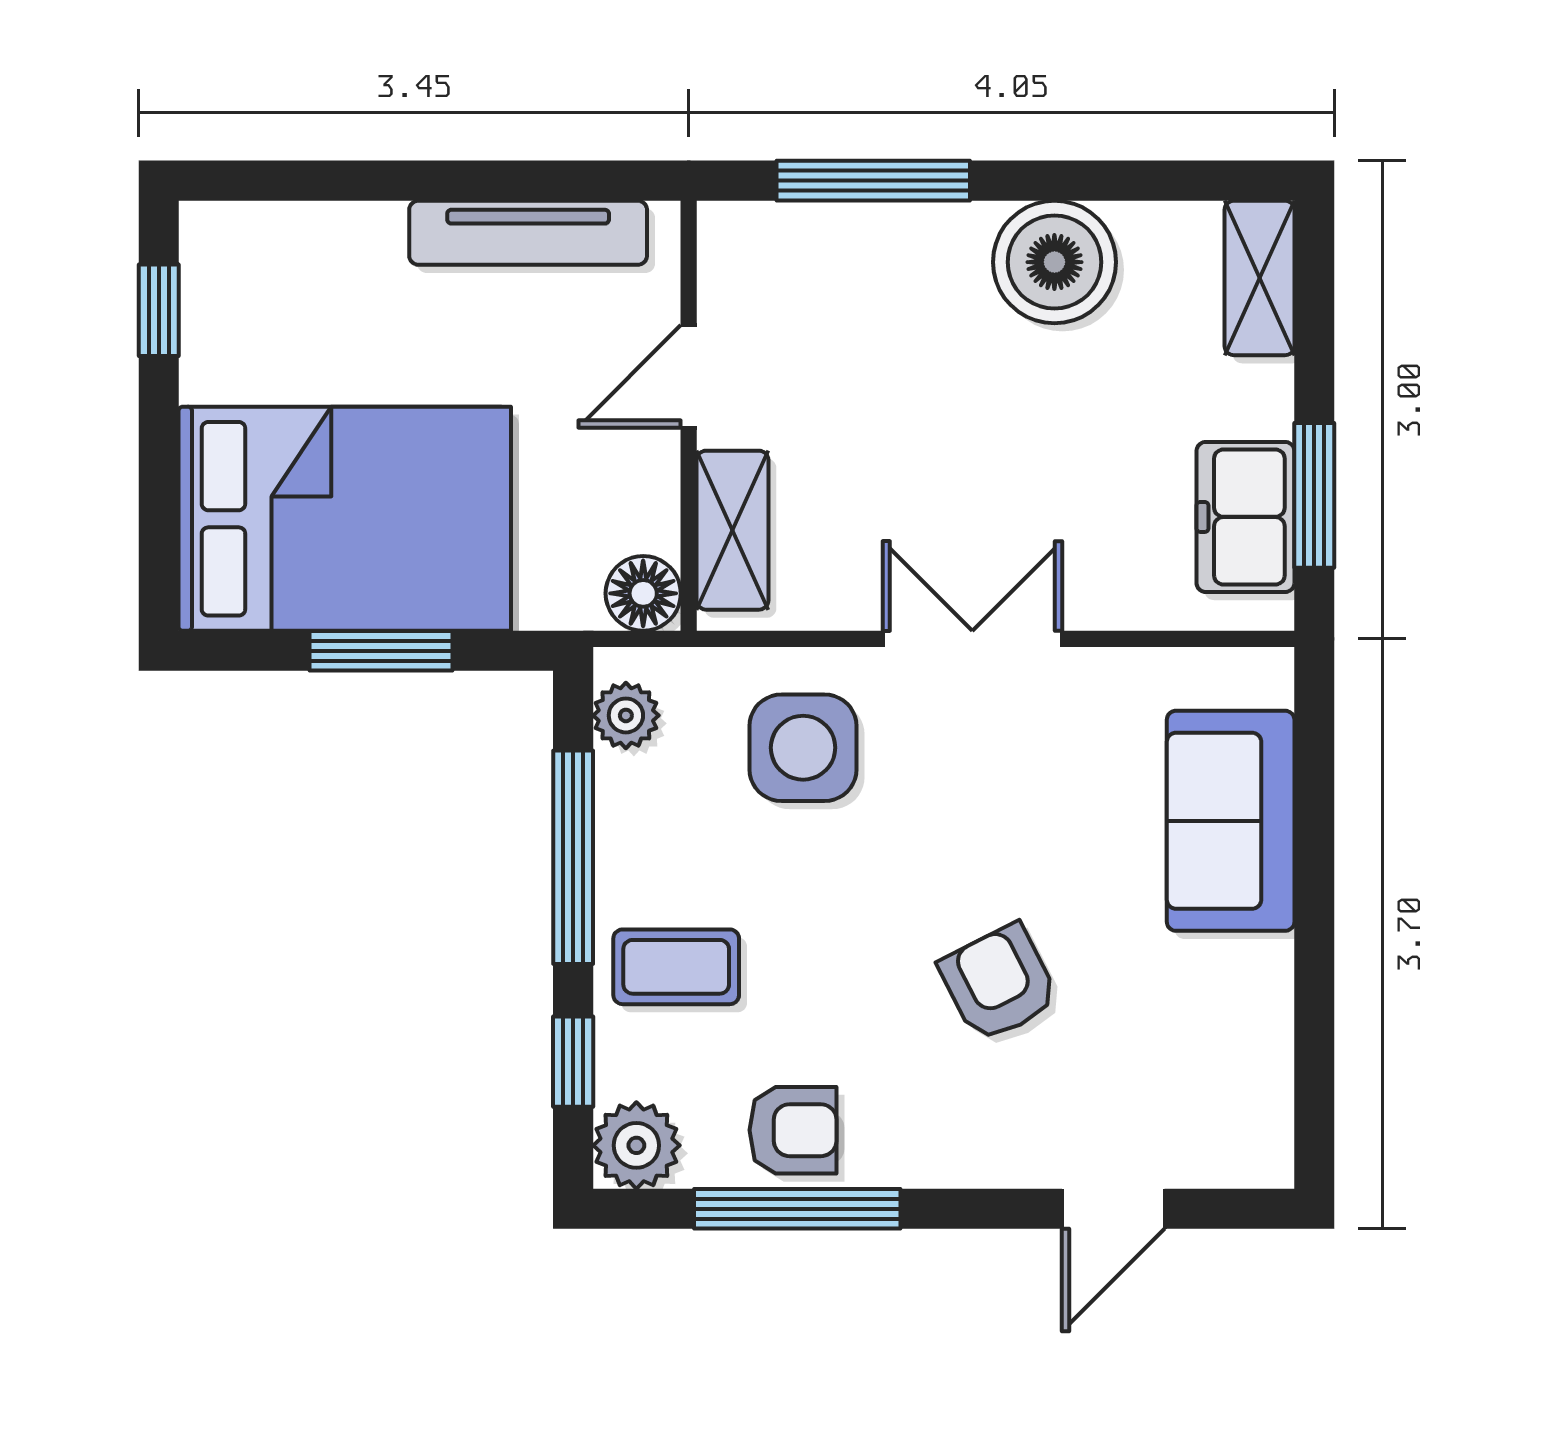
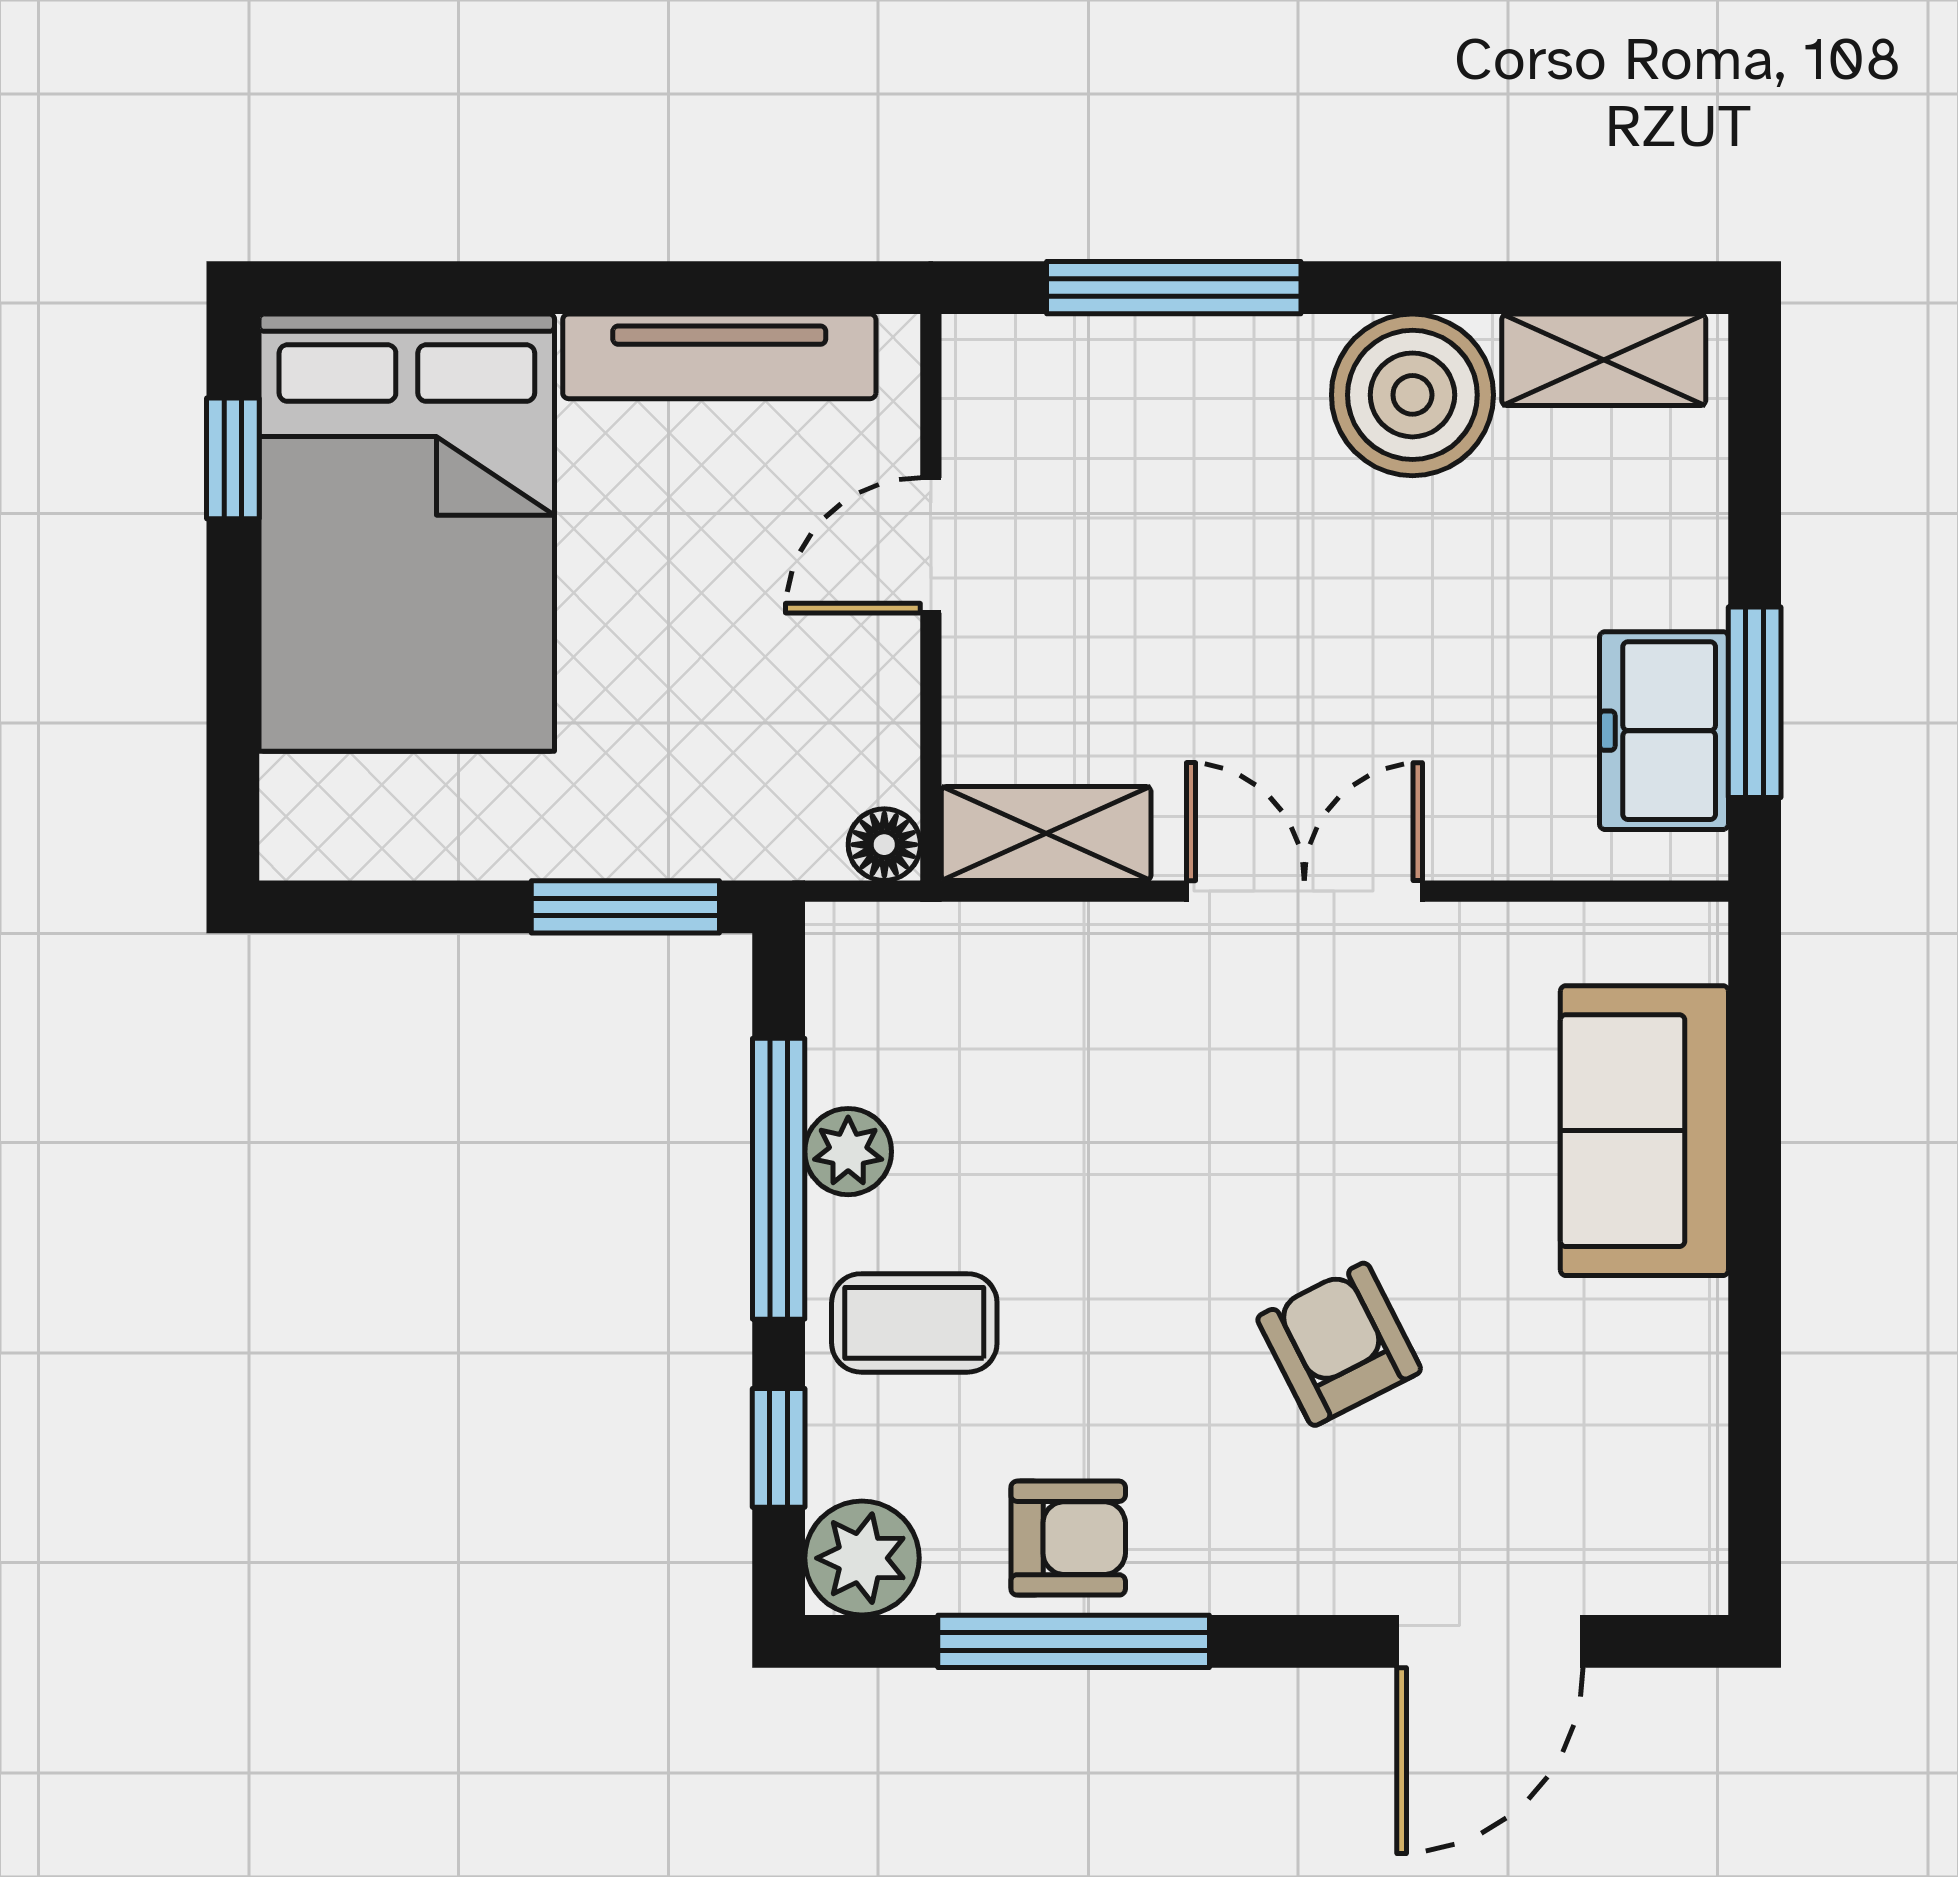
shelving: (1260, 278) -> (1604, 360), moved, turned 90
bed: (345, 519) -> (407, 533), moved, turned 90
shelving: (732, 530) -> (1046, 833), moved, turned 90
floor lamp: (643, 593) -> (884, 845), width x0.73, depth x0.73
window: (381, 651) -> (625, 907), moved
plant: (626, 715) -> (848, 1152), moved
side table: (803, 748) -> (1081, 1034), removed
door: (1113, 1209) -> (1490, 1641), width x1.38

